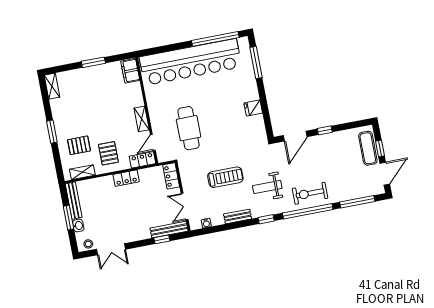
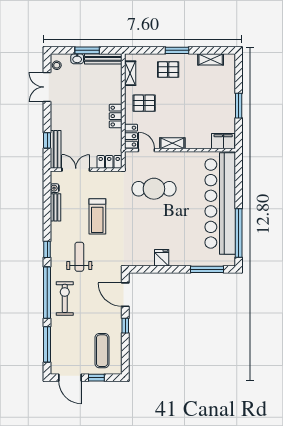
shelving: (52, 86) -> (211, 59), moved
pallet: (79, 145) -> (168, 70), moved, turned 90
exercise mat: (368, 148) -> (102, 351), moved, turned 90
bench: (238, 216) -> (55, 207), moved

